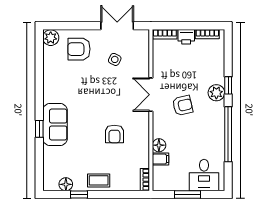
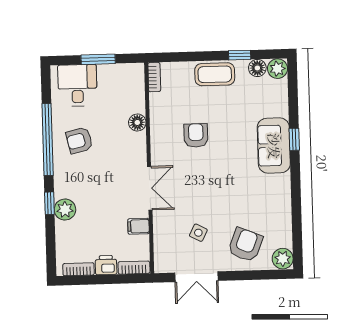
armchair: (79, 49) -> (245, 245), turned -68
plant: (216, 93) -> (65, 210), moved
armchair: (183, 105) -> (79, 140), moved
filing cabinet: (160, 159) -> (138, 226), moved
coffee table: (99, 180) -> (215, 74), width x1.36, depth x1.30
plant: (50, 183) -> (278, 69), added

